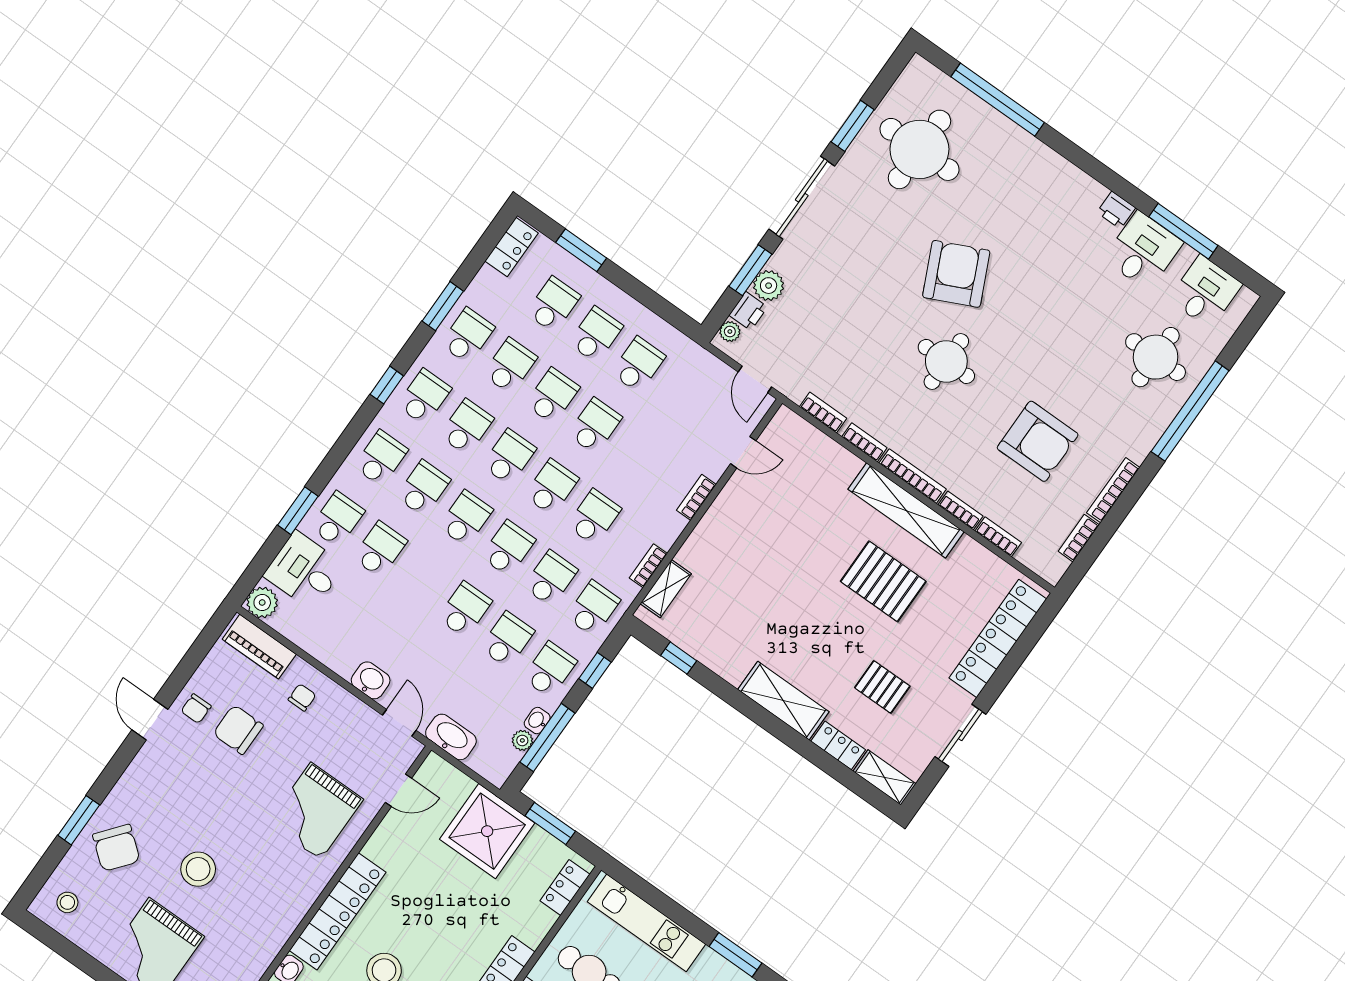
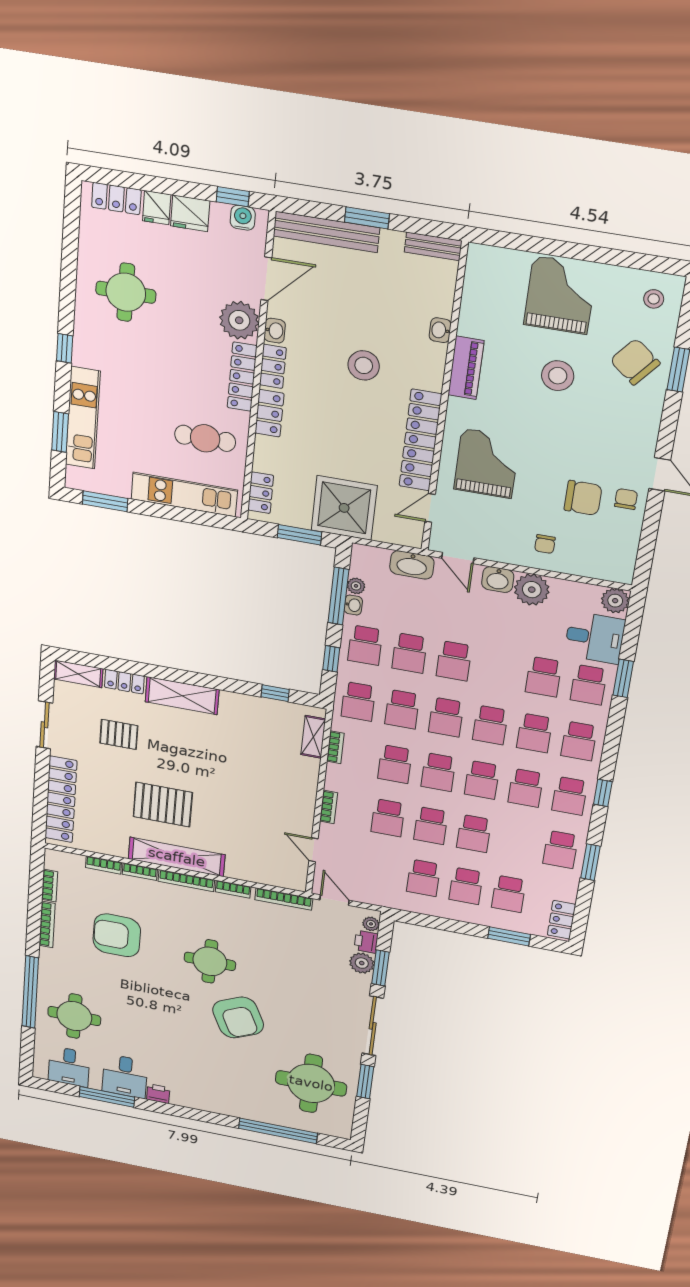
school desk: (510, 366) -> (388, 818), moved
bookcase: (823, 412) -> (284, 899), width x1.56
door: (743, 452) -> (313, 850), hinge flipped
piano: (259, 647) -> (466, 368), moved, turned 90
plant: (341, 653) -> (532, 590), added
locker: (338, 911) -> (420, 440), moved

